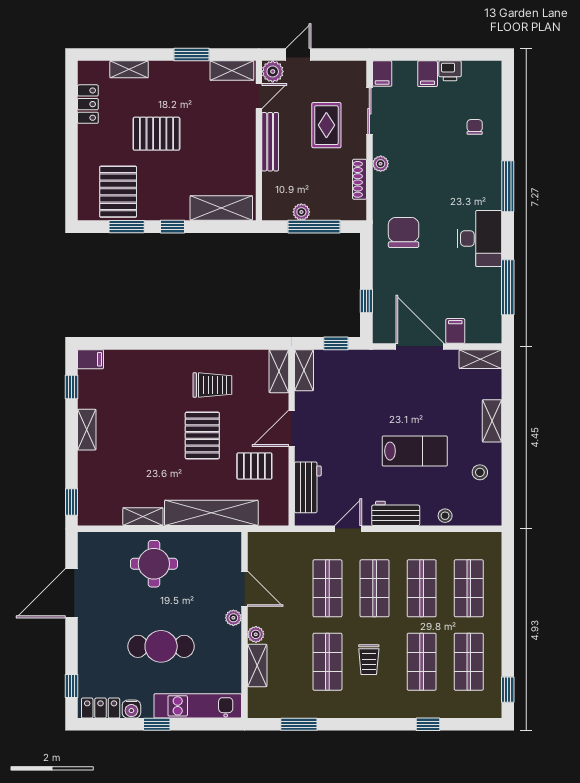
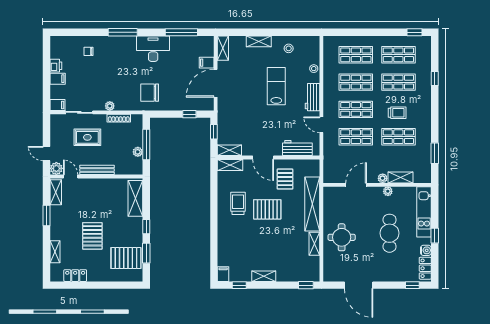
plant: (233, 618) -> (388, 191), moved

